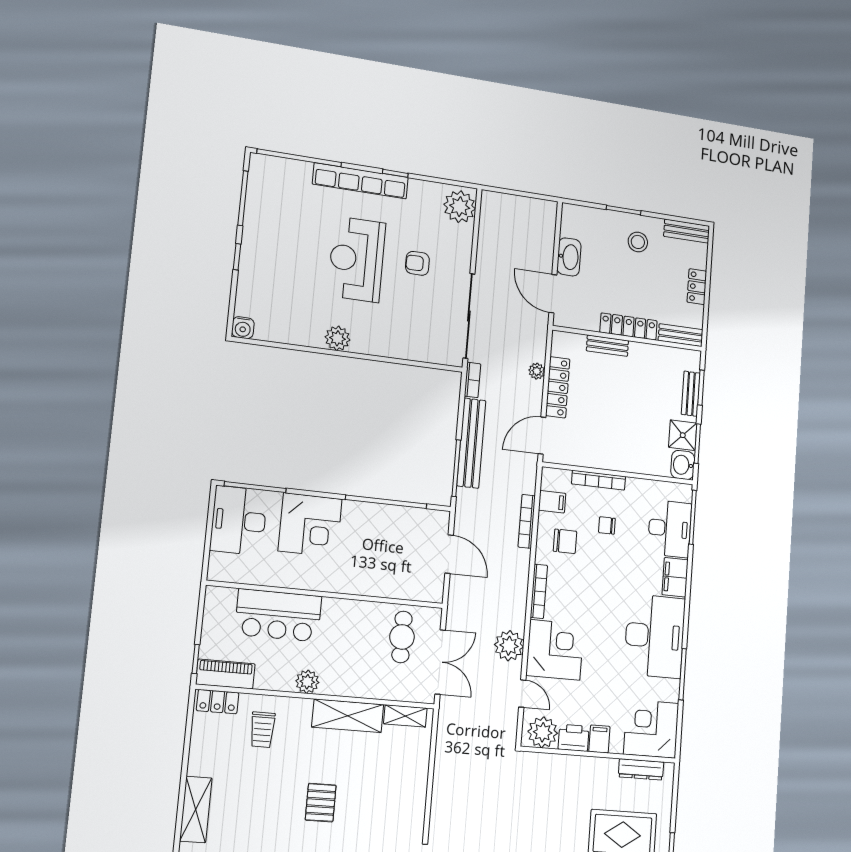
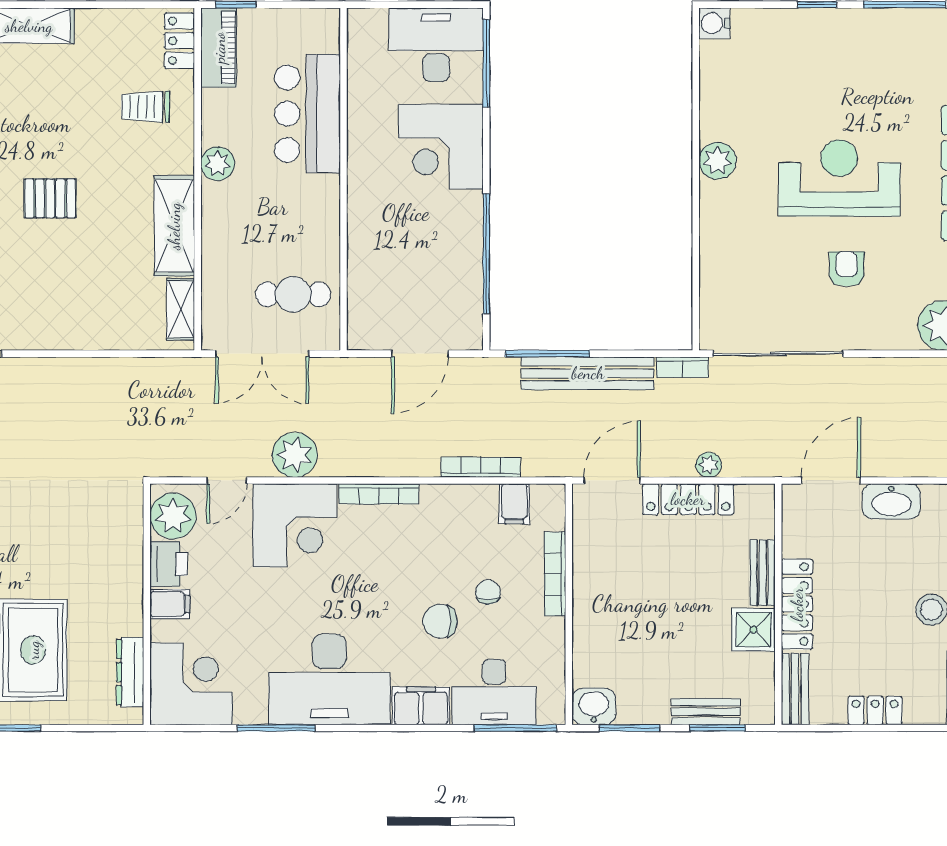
shower: (683, 435) -> (754, 630), moved
door: (542, 436) -> (612, 481), hinge flipped
chair: (565, 541) -> (440, 621), moved, turned 90

